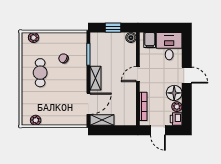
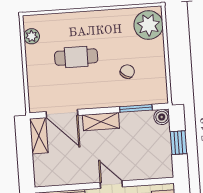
plant: (34, 38) -> (148, 25), width x1.88, depth x1.88
boiler: (131, 38) -> (162, 117), moved
cafe table: (40, 73) -> (76, 57), moved

